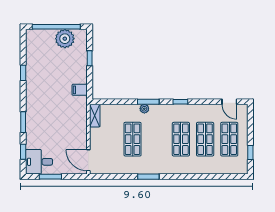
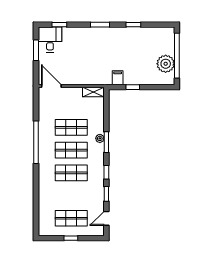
window: (90, 58) -> (133, 87), moved
window: (203, 102) -> (106, 194), added
window: (23, 122) -> (100, 25), moved
shop shelf: (205, 139) -> (71, 150), moved
window: (250, 152) -> (71, 238), moved
door: (88, 160) -> (51, 86), hinge flipped
window: (148, 177) -> (36, 142), width x2.11

